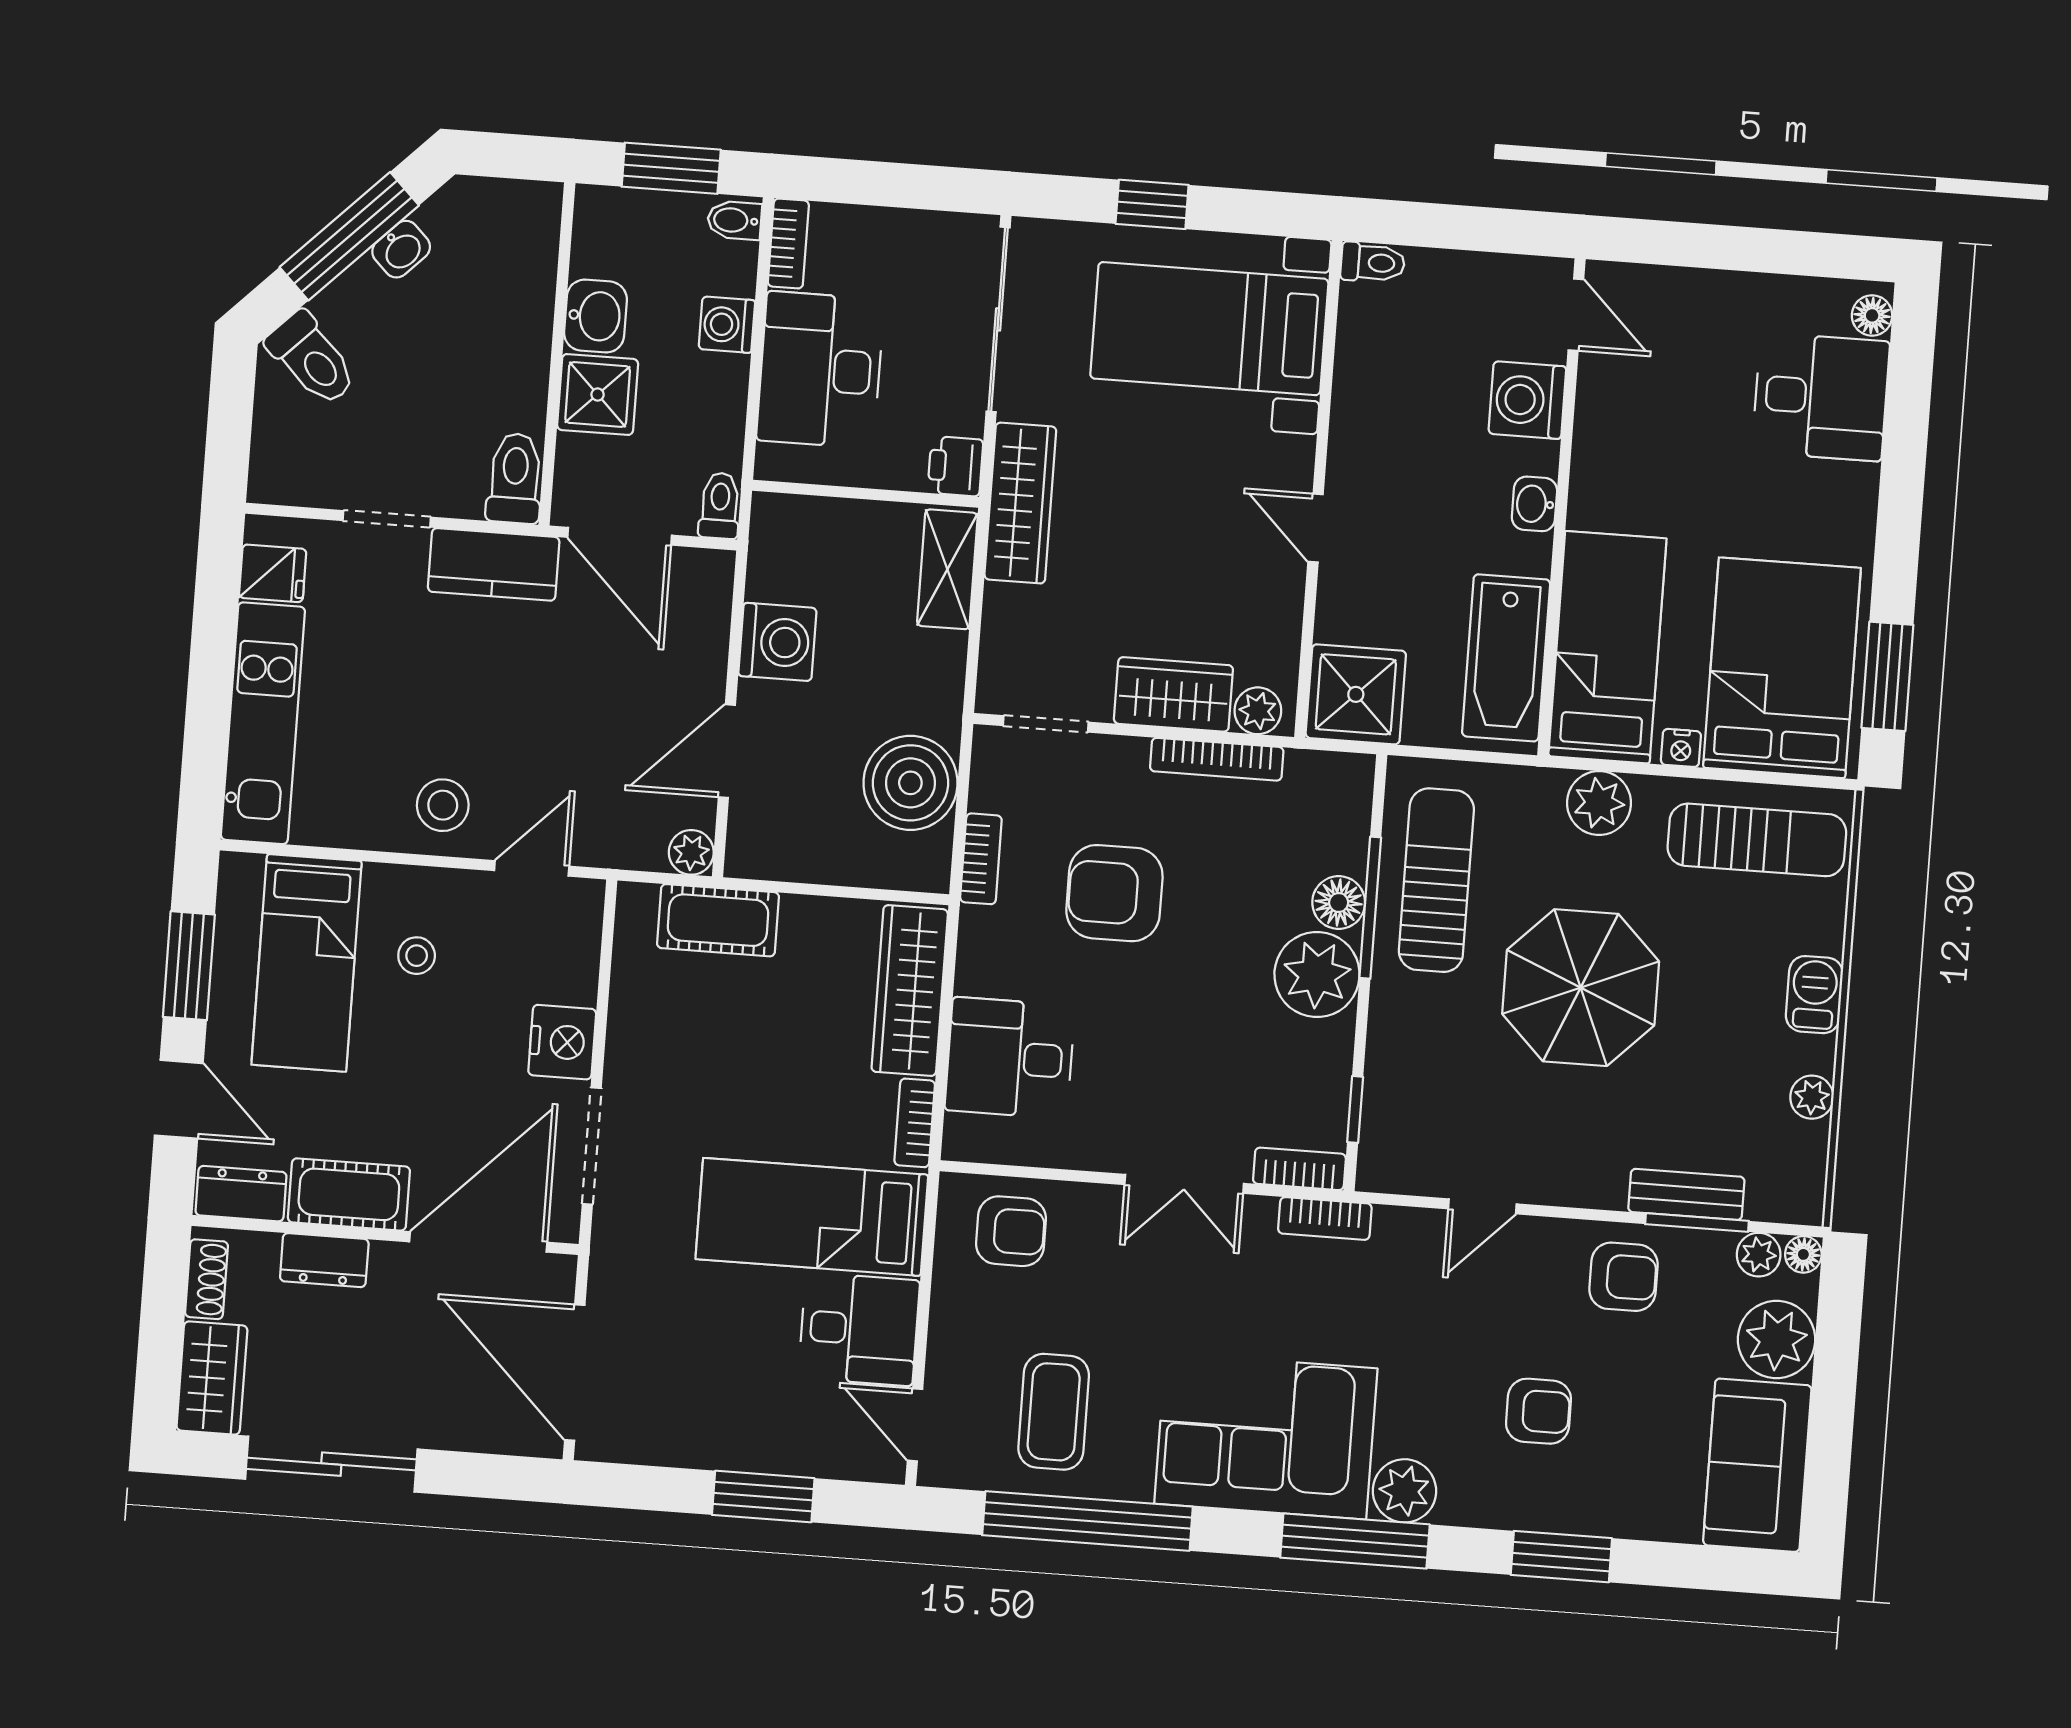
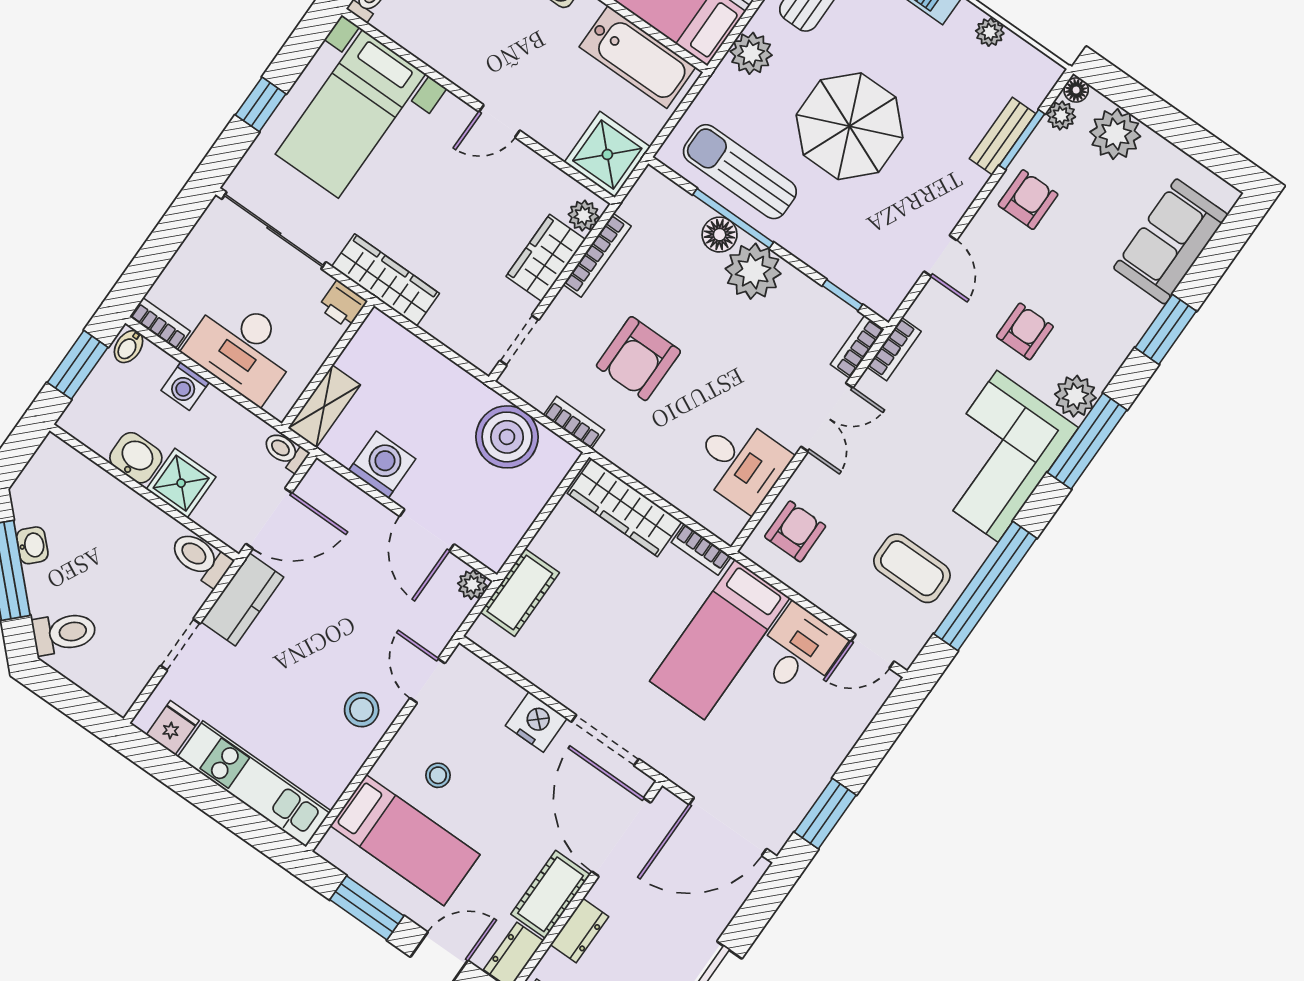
shelving: (947, 569) -> (324, 406), moved, turned 90
desk: (1010, 1058) -> (741, 463), moved, turned -90
armchair: (1539, 1411) -> (1025, 331), moved
sofa: (1757, 1465) -> (1171, 241), moved, turned 90
window: (763, 1497) -> (825, 814), moved

